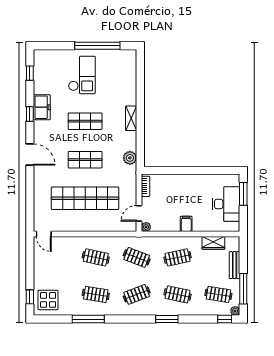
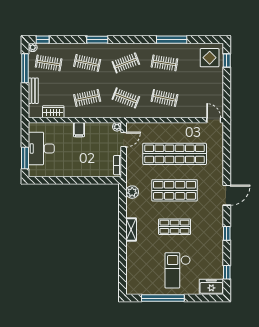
freezer: (42, 107) -> (211, 287), moved, turned 90
door: (30, 155) -> (227, 195), swing flipped
shop shelf: (85, 160) -> (175, 190), width x1.43, depth x1.36

